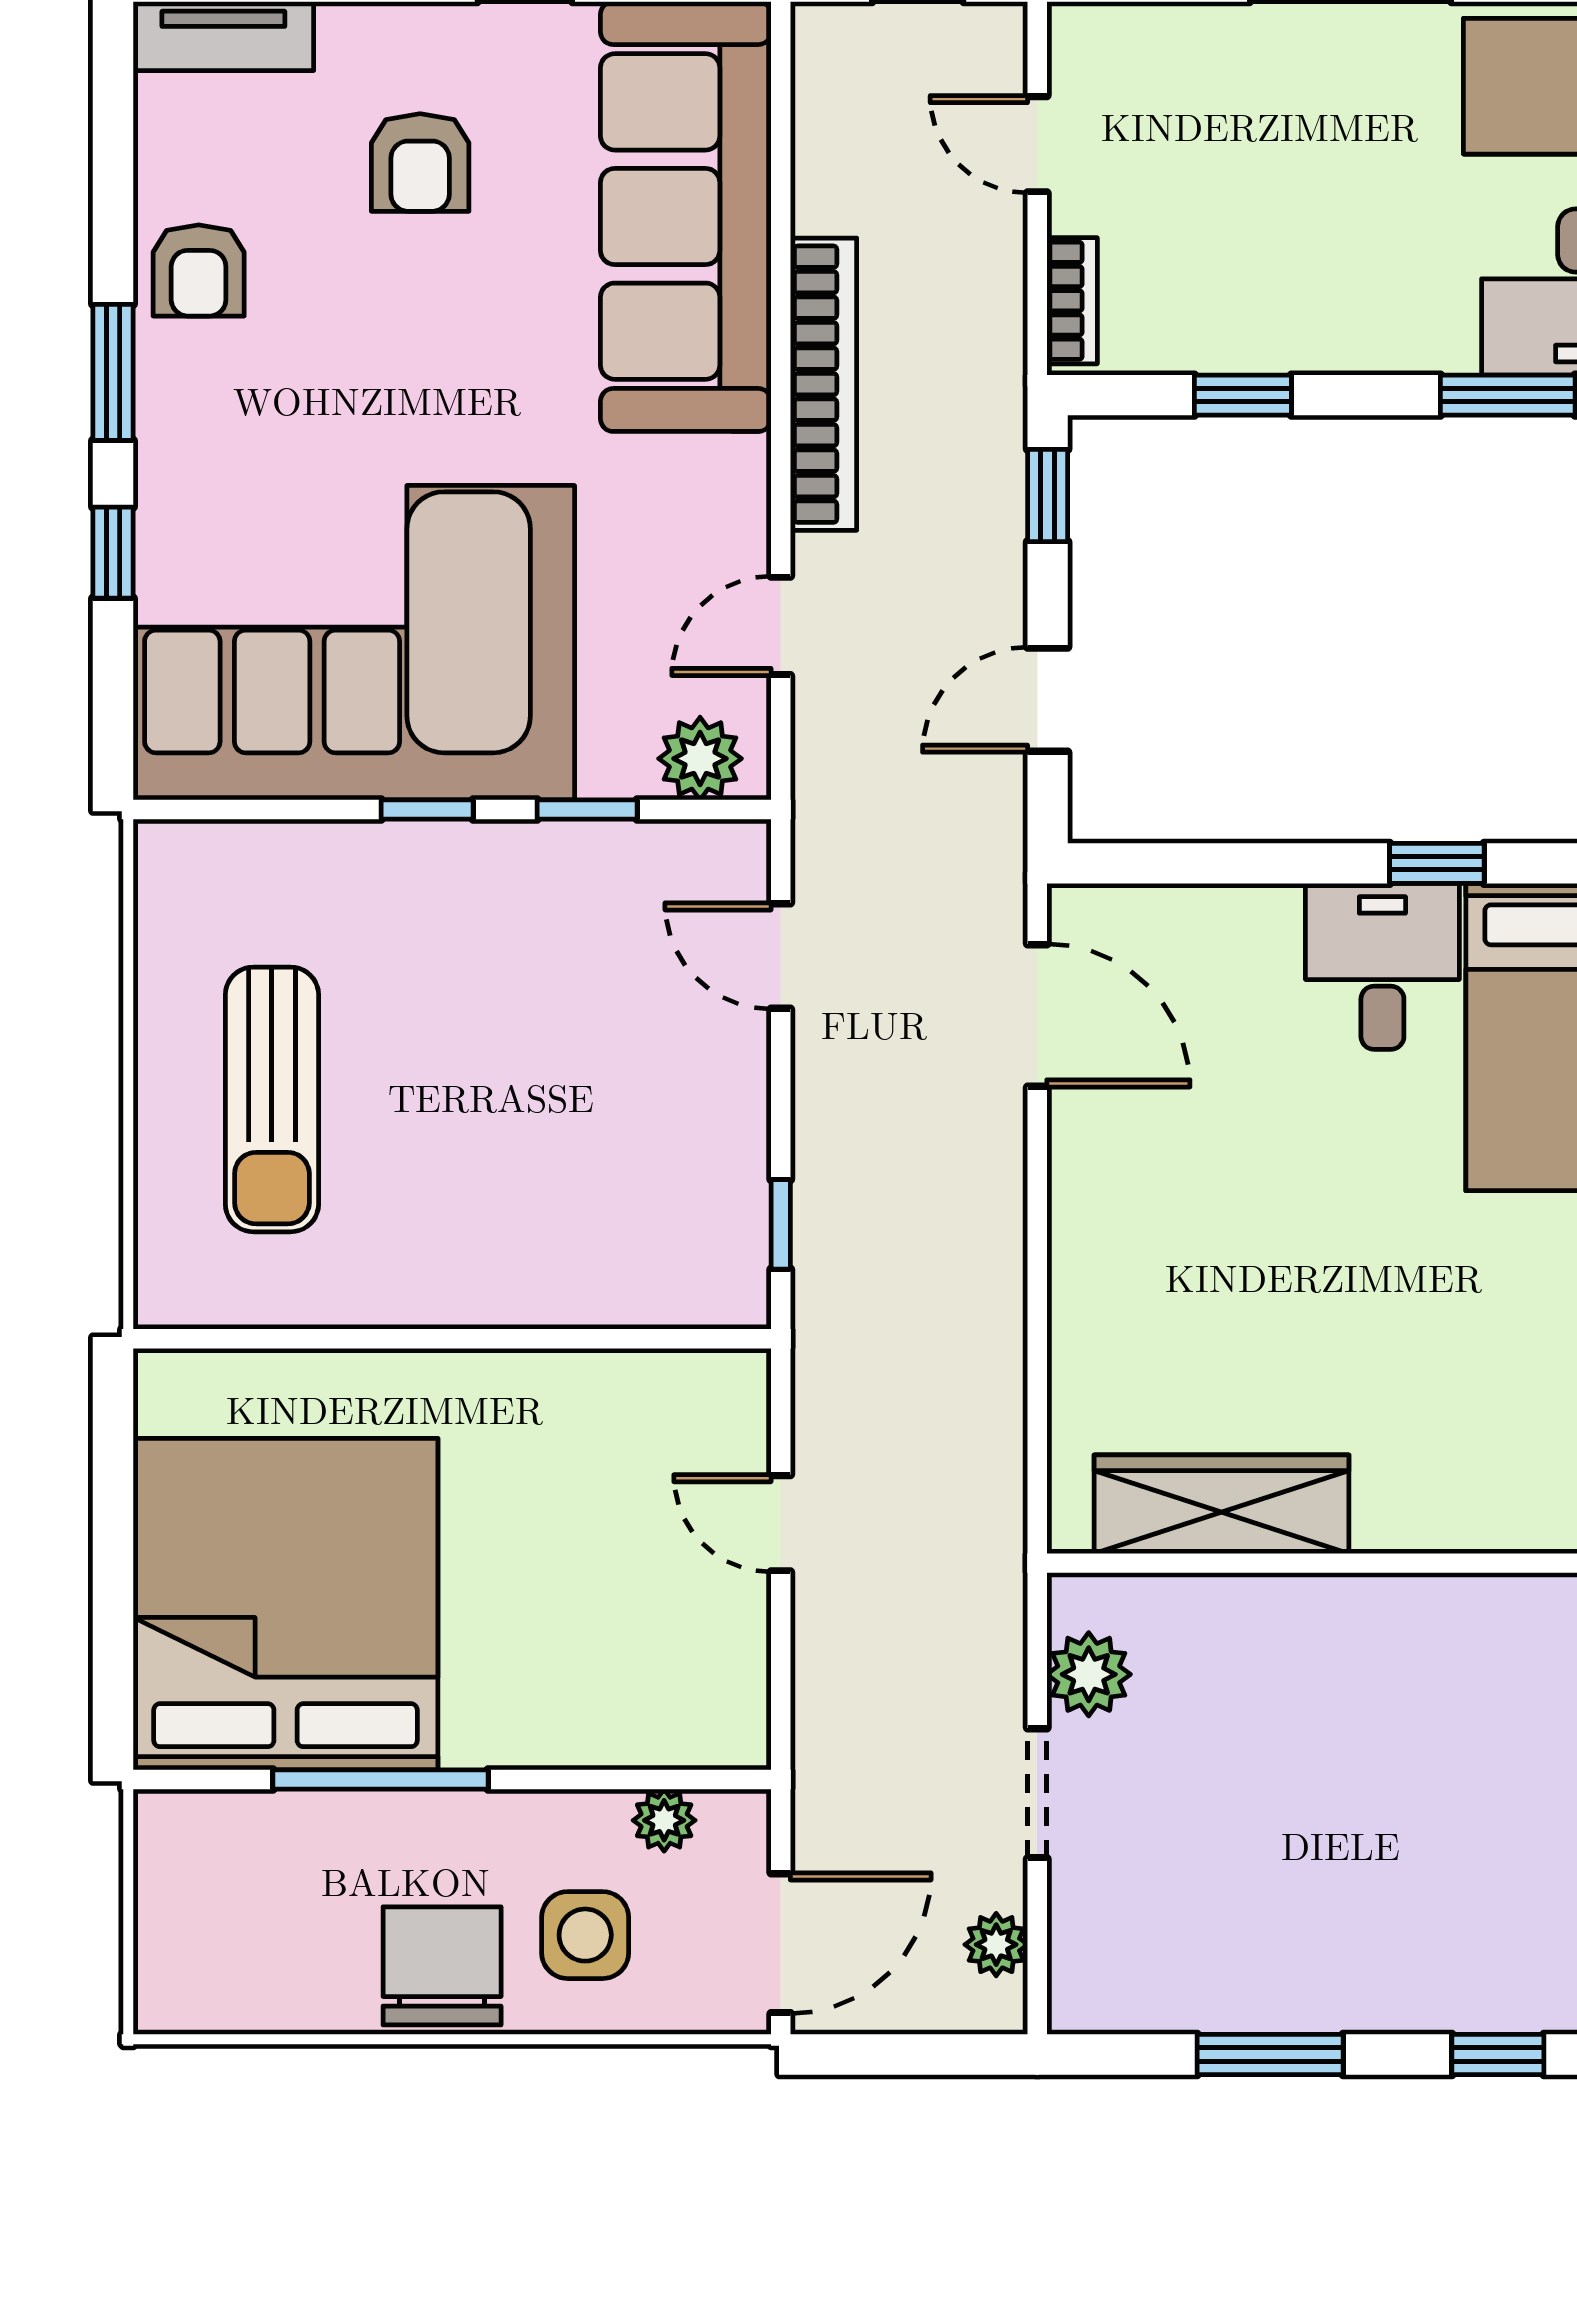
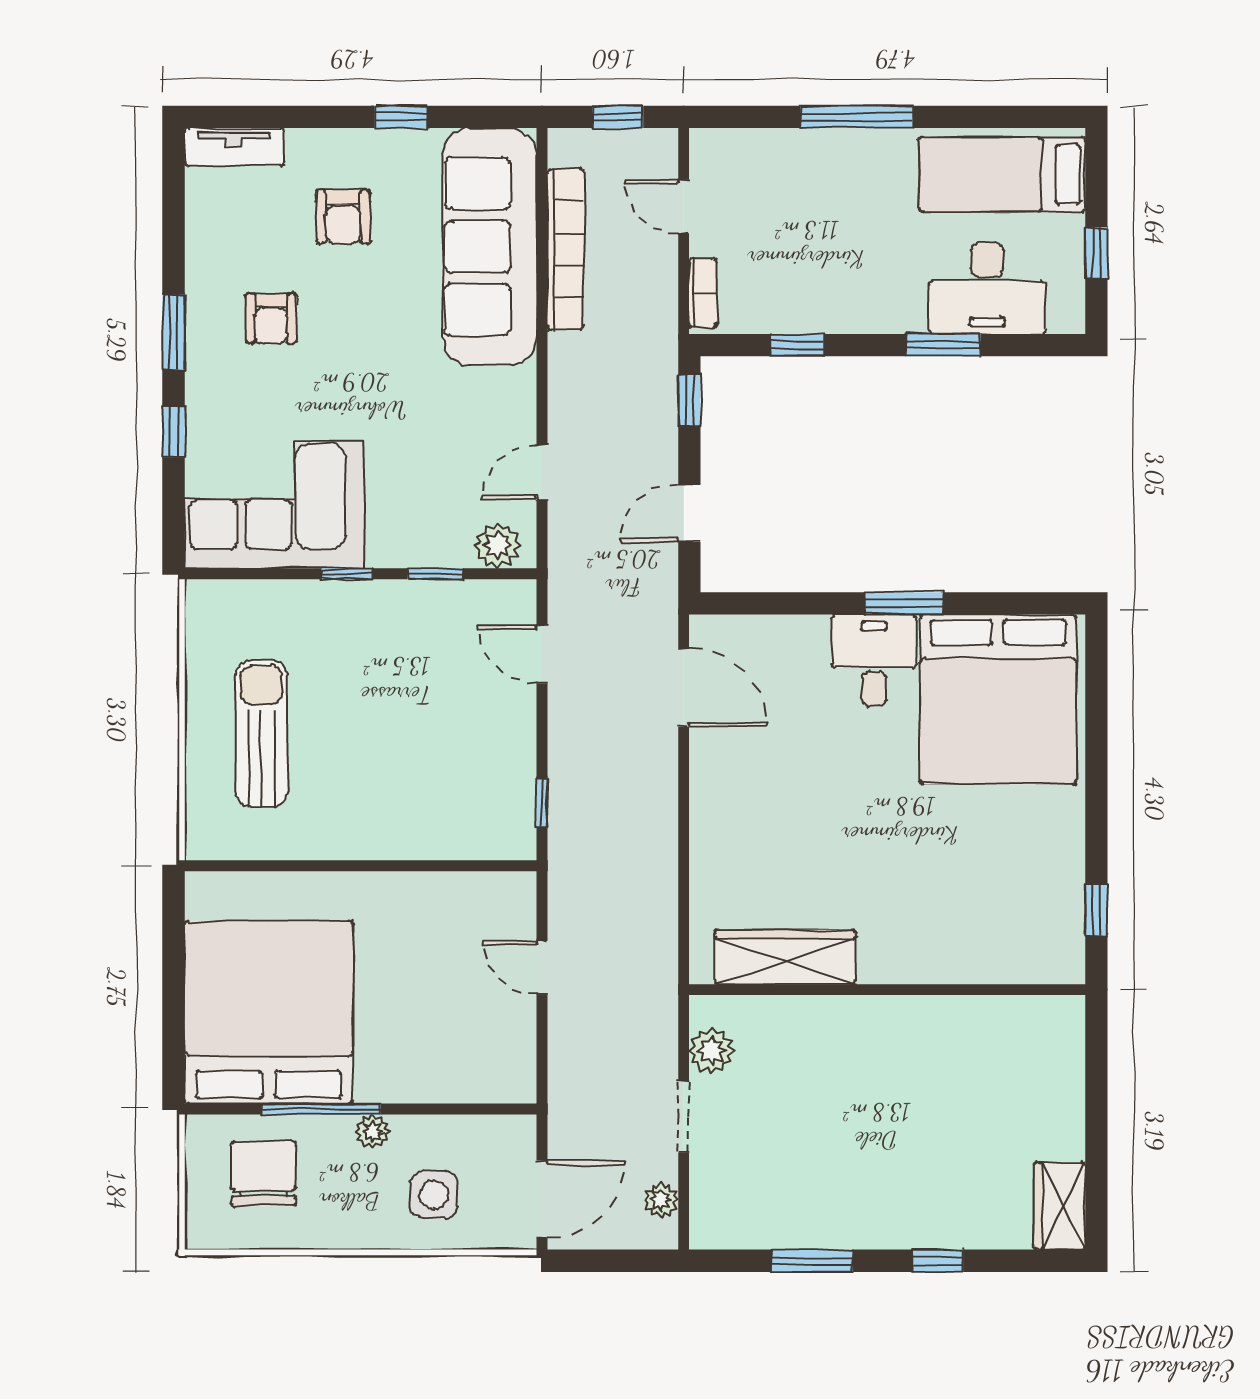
armchair: (199, 270) -> (271, 318), moved
bookcase: (824, 384) -> (566, 249), moved
corner sofa: (354, 643) -> (274, 505), width x0.73, depth x0.74
window: (1437, 863) -> (904, 603), width x1.50
sun lounger: (272, 1099) -> (261, 734), turned 180
plant: (664, 1820) -> (372, 1132), moved
chair: (442, 1966) -> (263, 1174), moved

